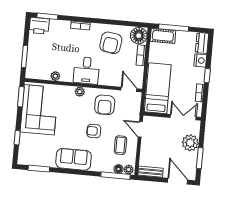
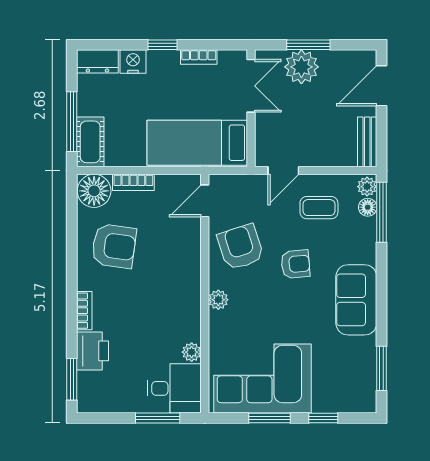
printer: (39, 26) -> (93, 351), moved
desk: (86, 70) -> (174, 388), moved
window: (21, 97) -> (270, 418), moved
armchair: (105, 105) -> (241, 247), turned -108
double door: (183, 117) -> (251, 86), swing flipped
armchair: (94, 131) -> (295, 264), turned -95
window: (200, 158) -> (308, 45), moved

